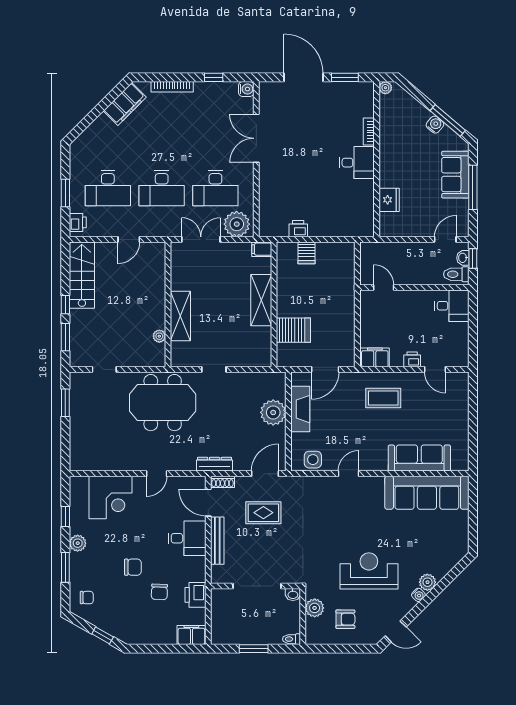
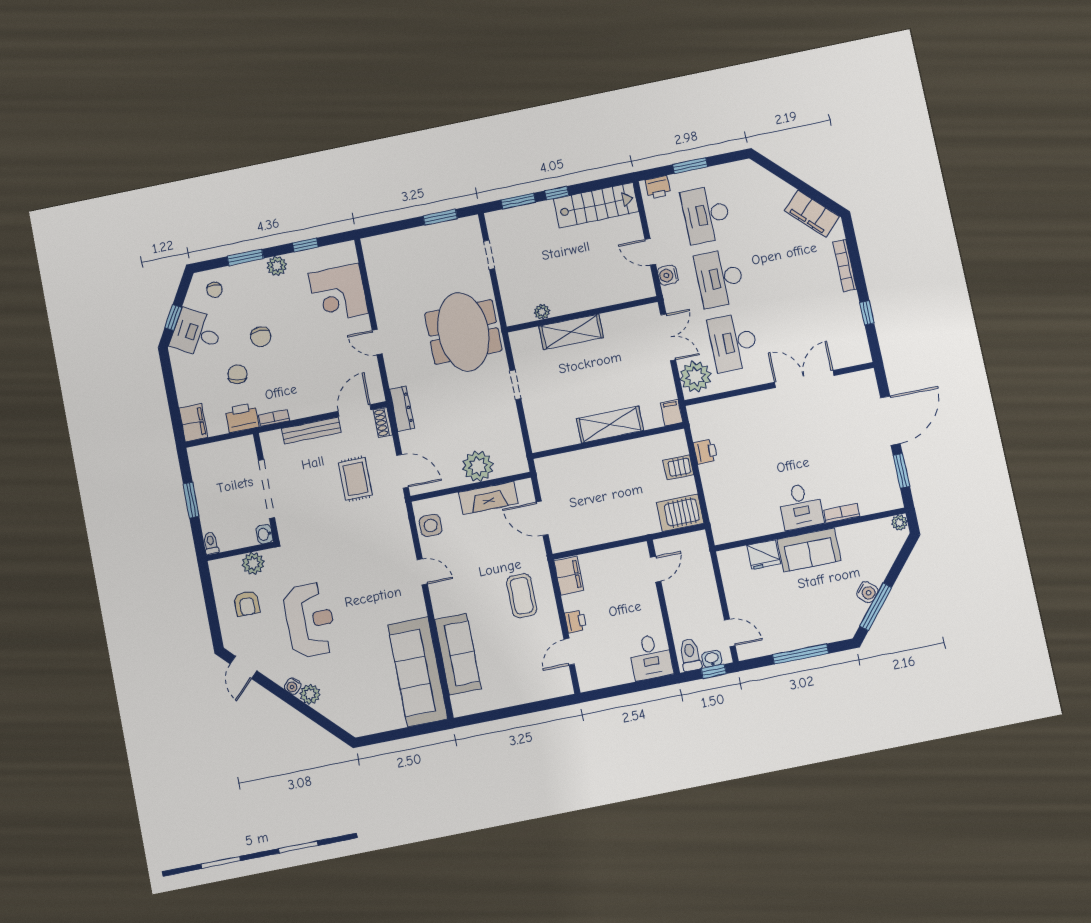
water cooler: (246, 89) -> (668, 275), moved, turned 90
sofa: (455, 175) -> (809, 550), moved, turned 180
server rack: (293, 330) -> (680, 513), moved, turned 90
desk: (187, 538) -> (197, 333), moved, turned 120
bookcase: (201, 569) -> (274, 418), added
chair: (159, 592) -> (237, 374), turned 98

